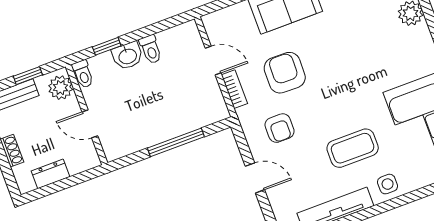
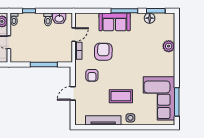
washbasin: (127, 56) -> (59, 18), moved
door: (213, 60) -> (74, 35), hinge flipped
door: (255, 178) -> (73, 93), swing flipped

